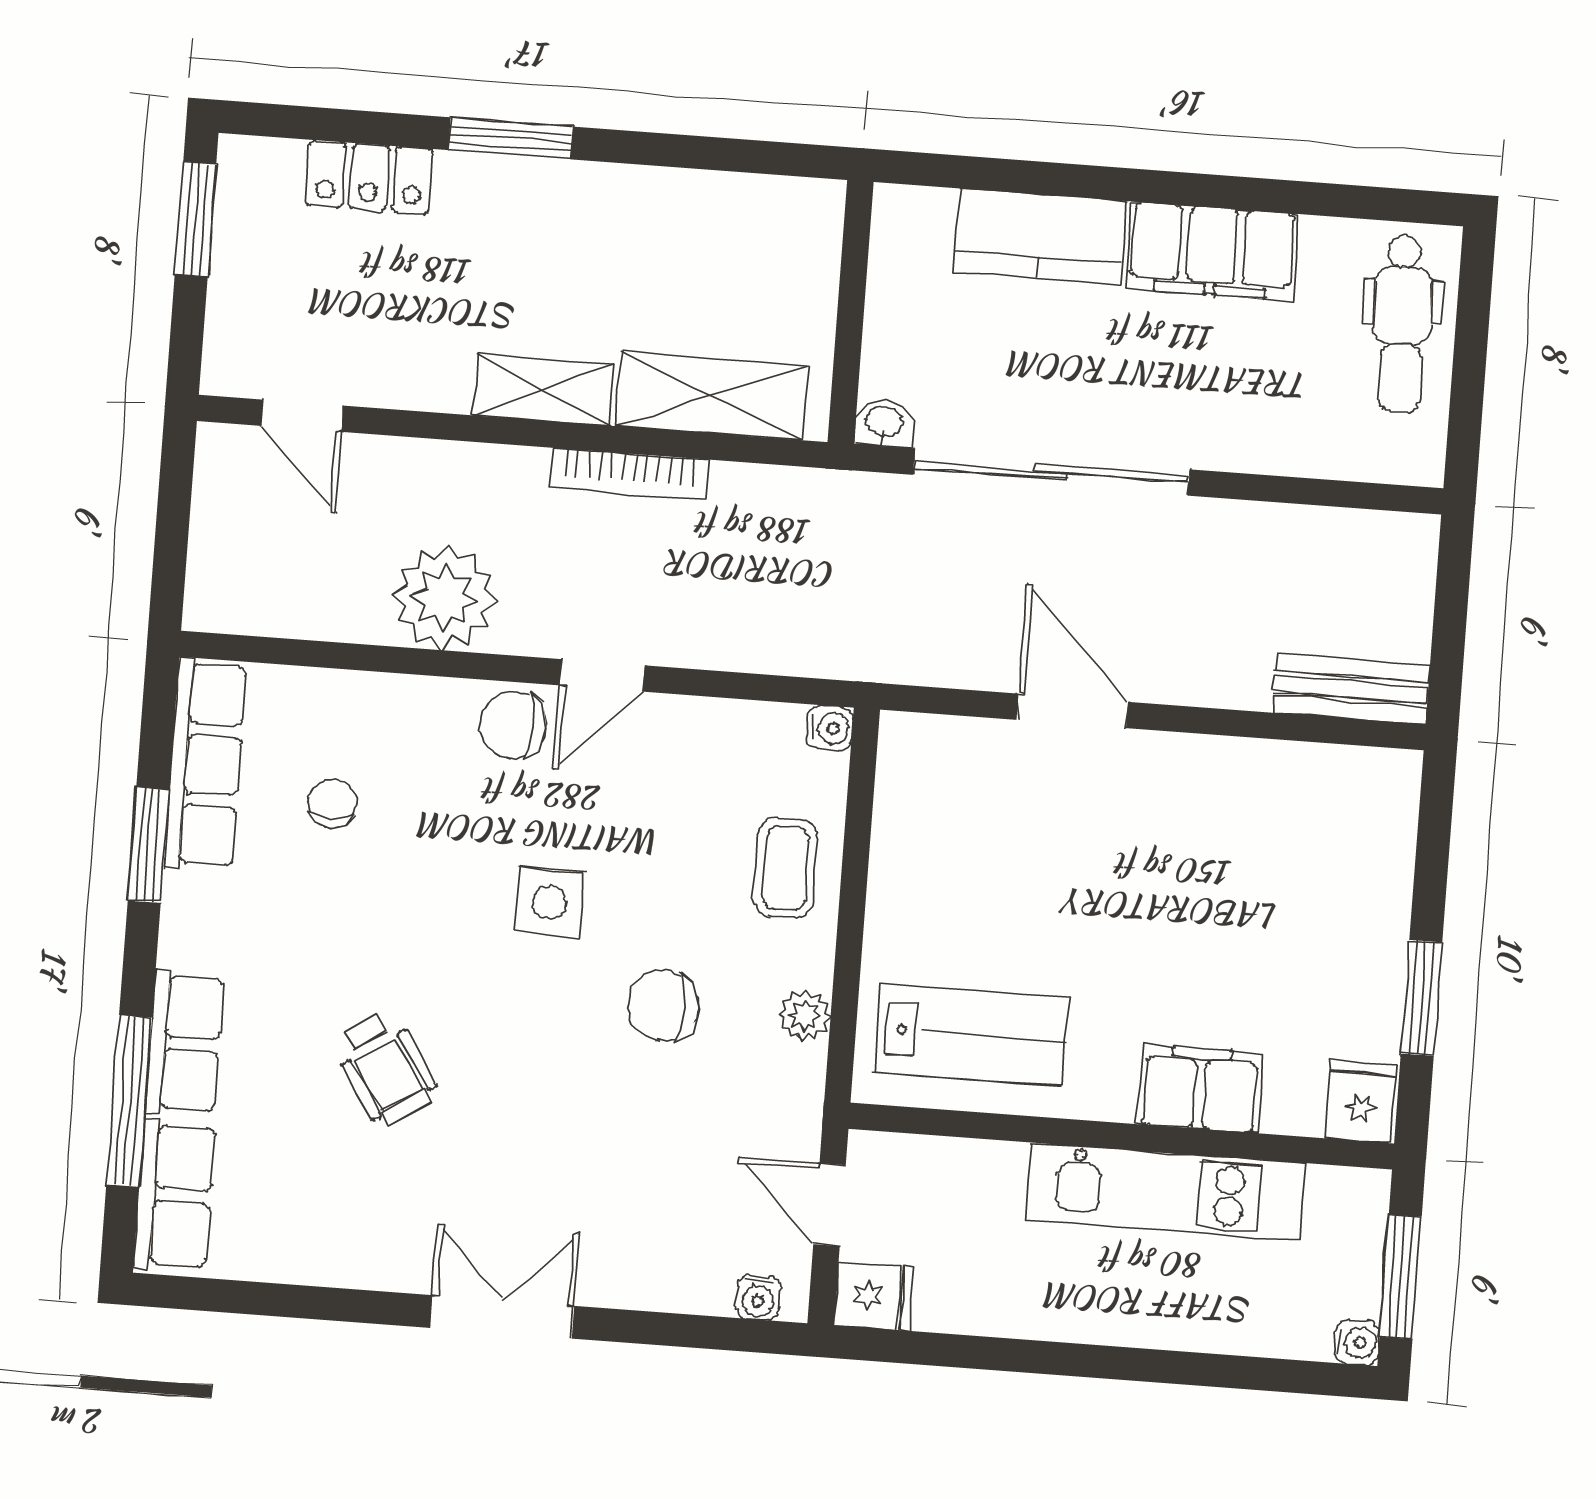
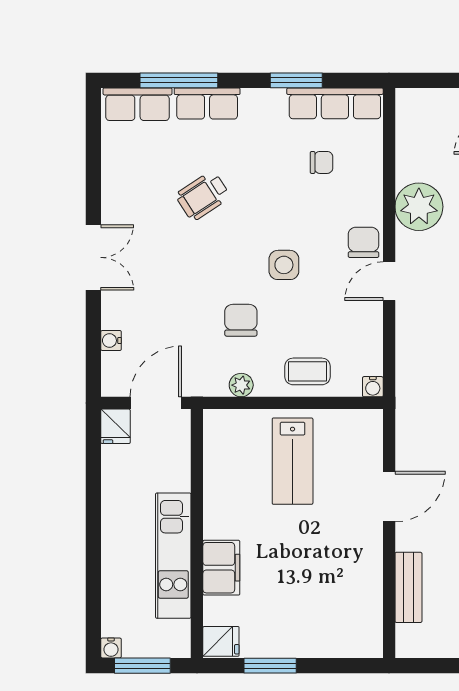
door: (602, 675) -> (389, 281), hinge flipped
bench: (1351, 689) -> (408, 587), moved
lab bench: (972, 1035) -> (293, 461), moved
door: (830, 1205) -> (156, 403), width x1.38
water cooler: (758, 1297) -> (111, 341), moved

